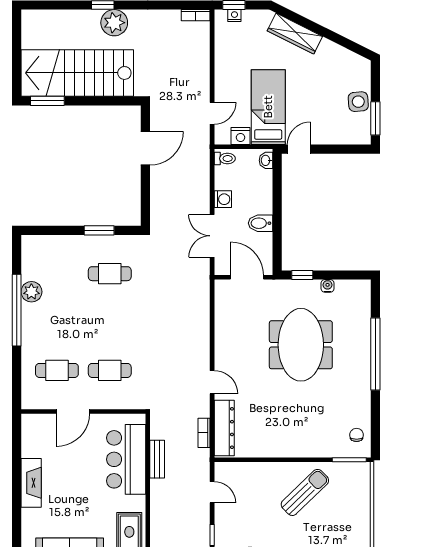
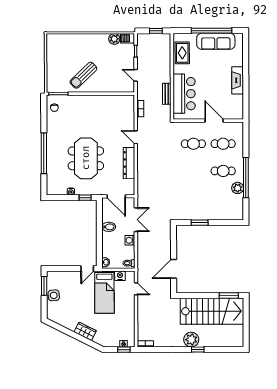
wardrobe: (295, 34) -> (85, 331), width x0.67
door: (212, 113) -> (136, 289), swing flipped
cafe table: (110, 274) -> (223, 171), moved
door: (73, 411) -> (214, 121), hinge flipped
dresser: (224, 428) -> (129, 163), moved

